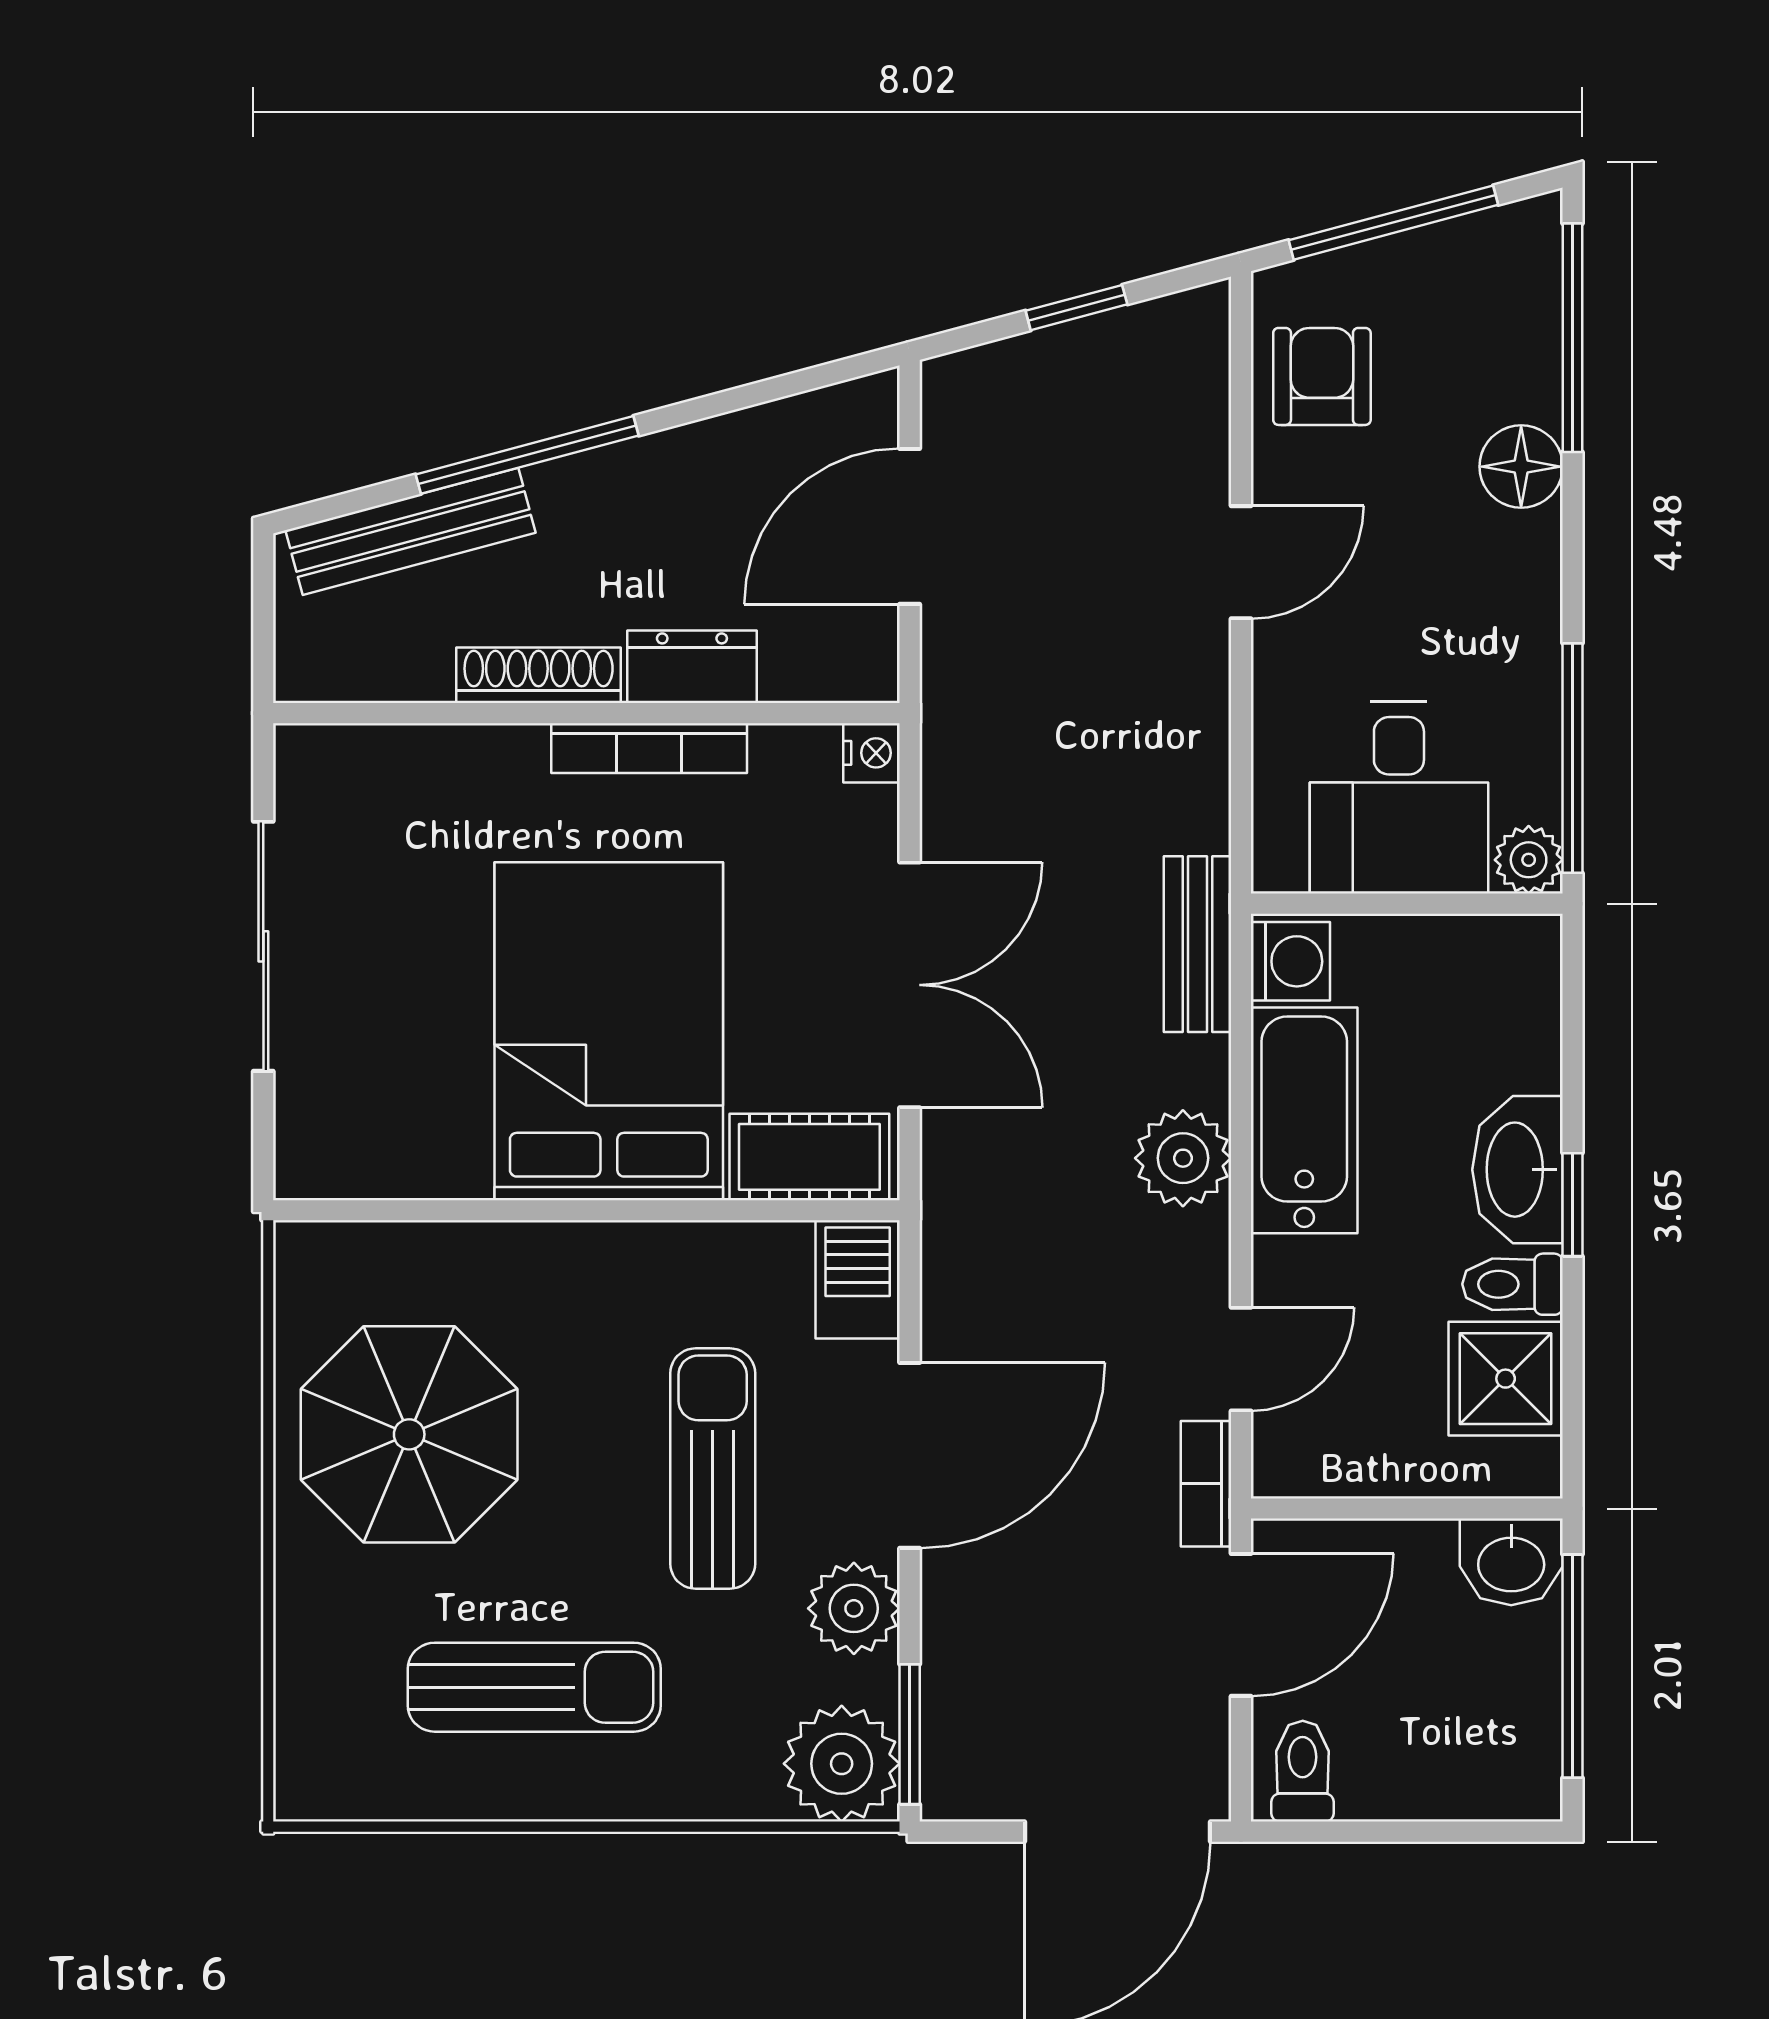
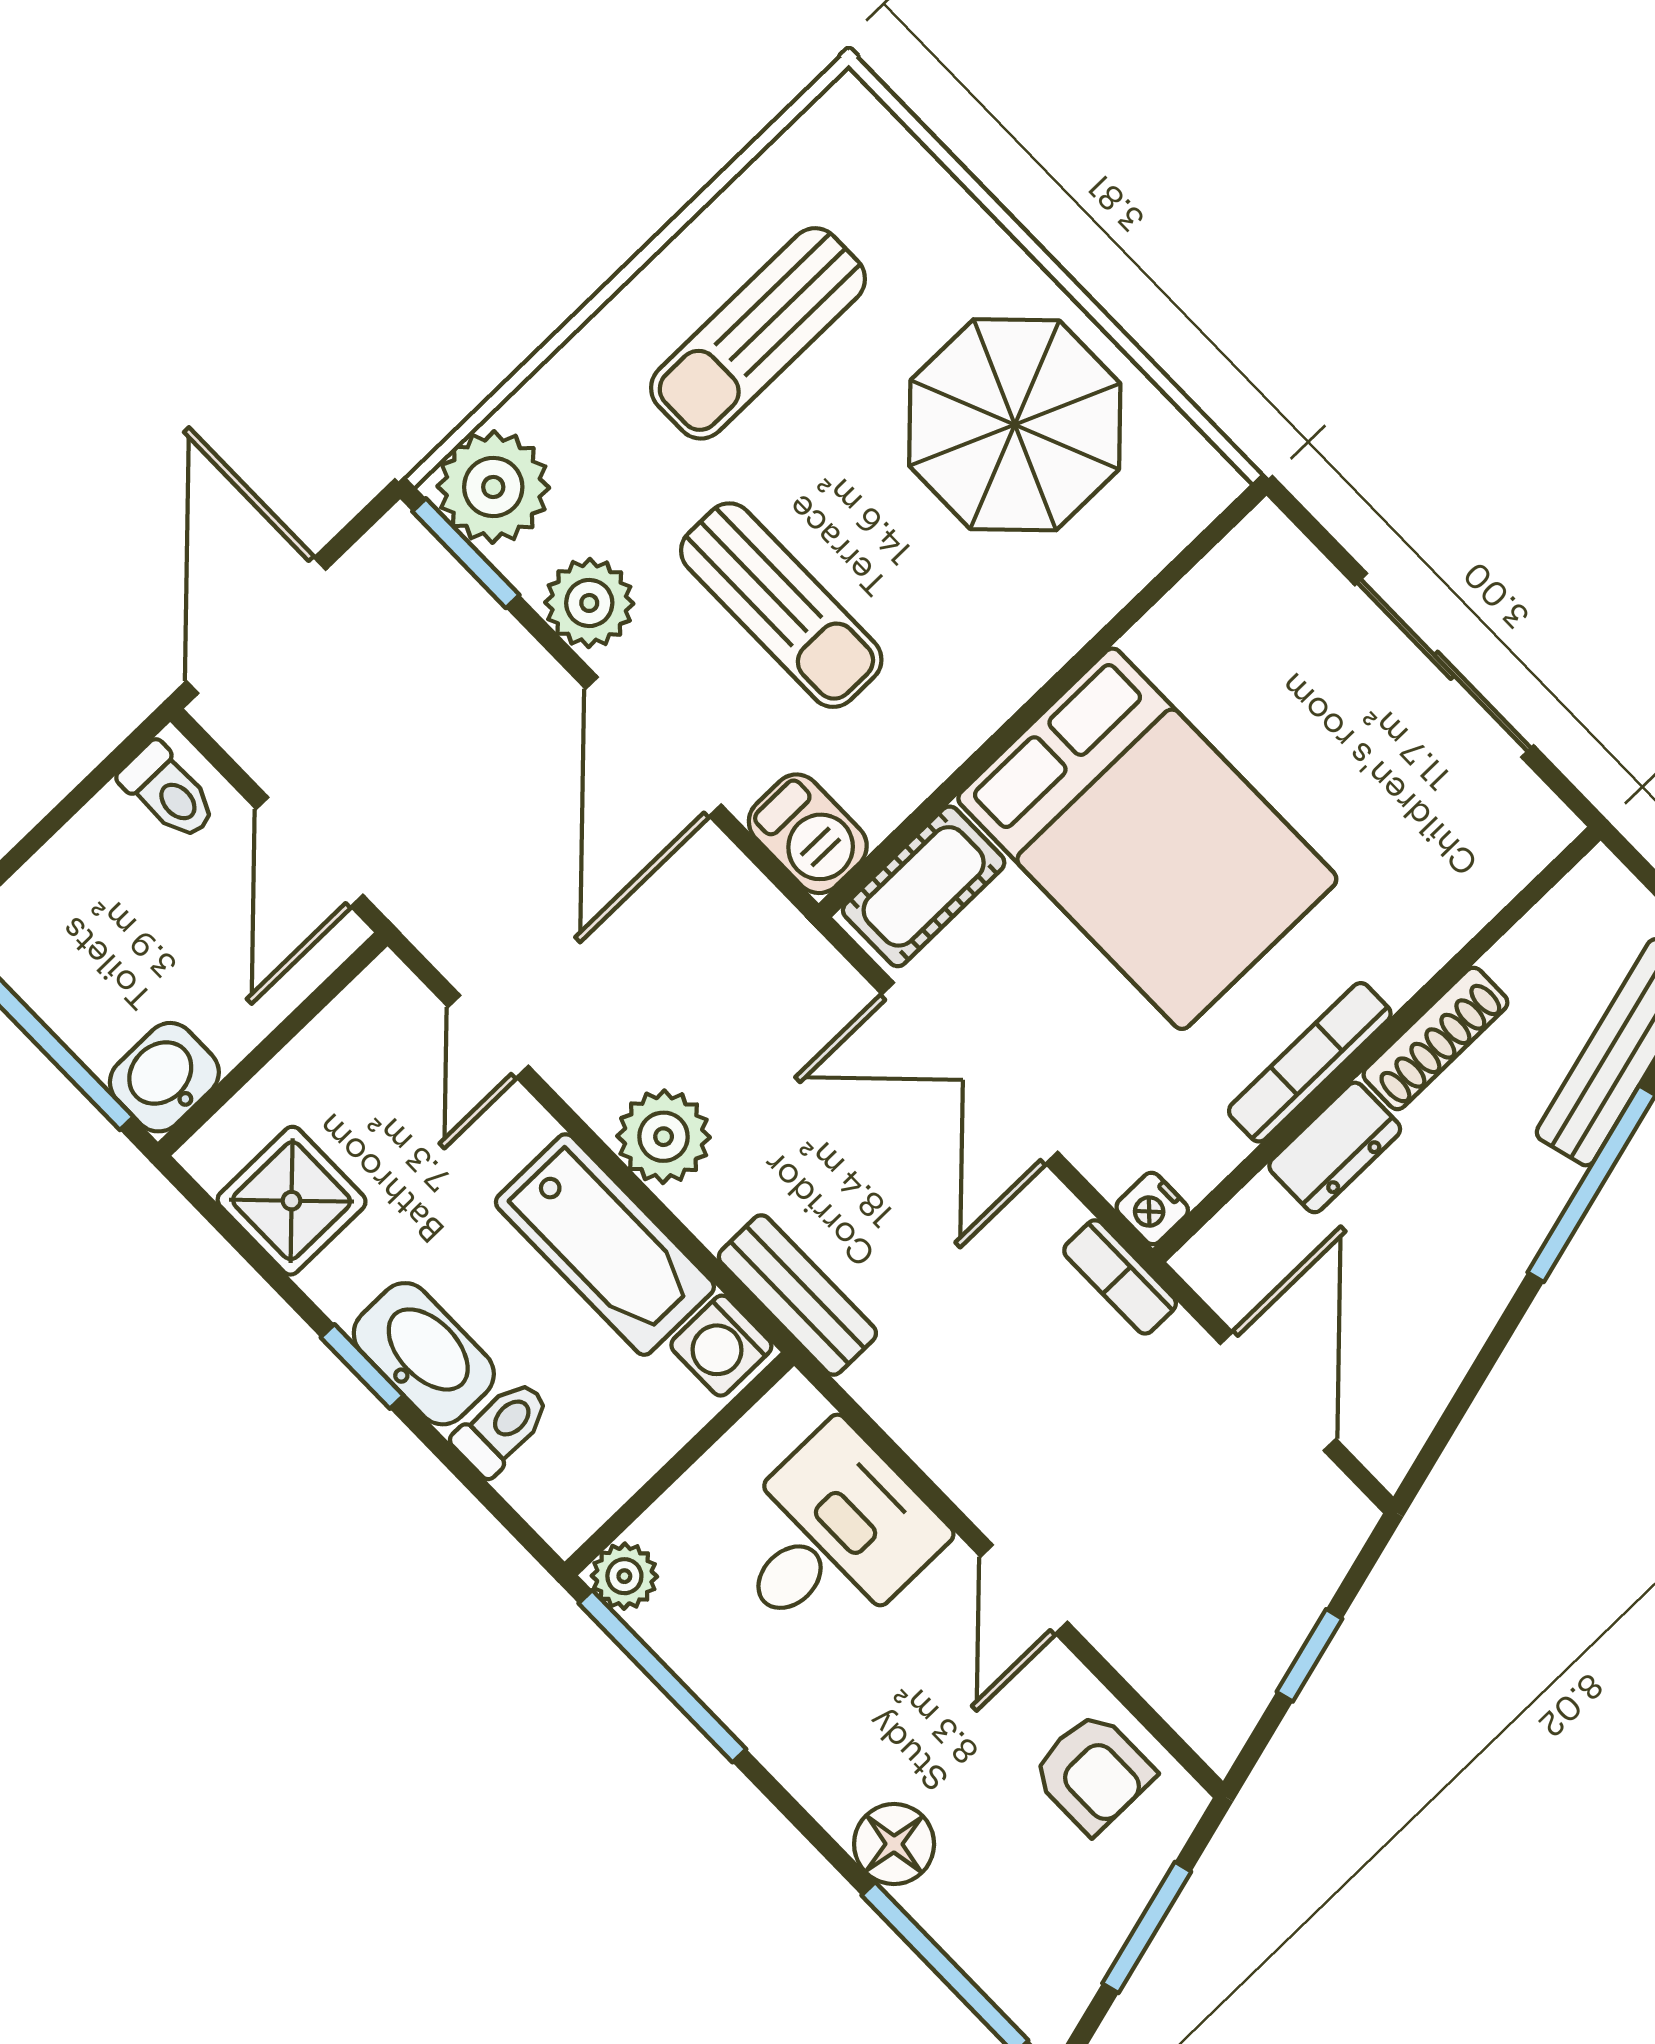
window: (1393, 223) -> (1147, 1927), width x0.69
desk: (1399, 798) -> (831, 1537), moved, turned 90
toilet: (1512, 1284) -> (502, 1427), moved
bookcase: (1206, 1484) -> (1120, 1277), moved, turned 180

